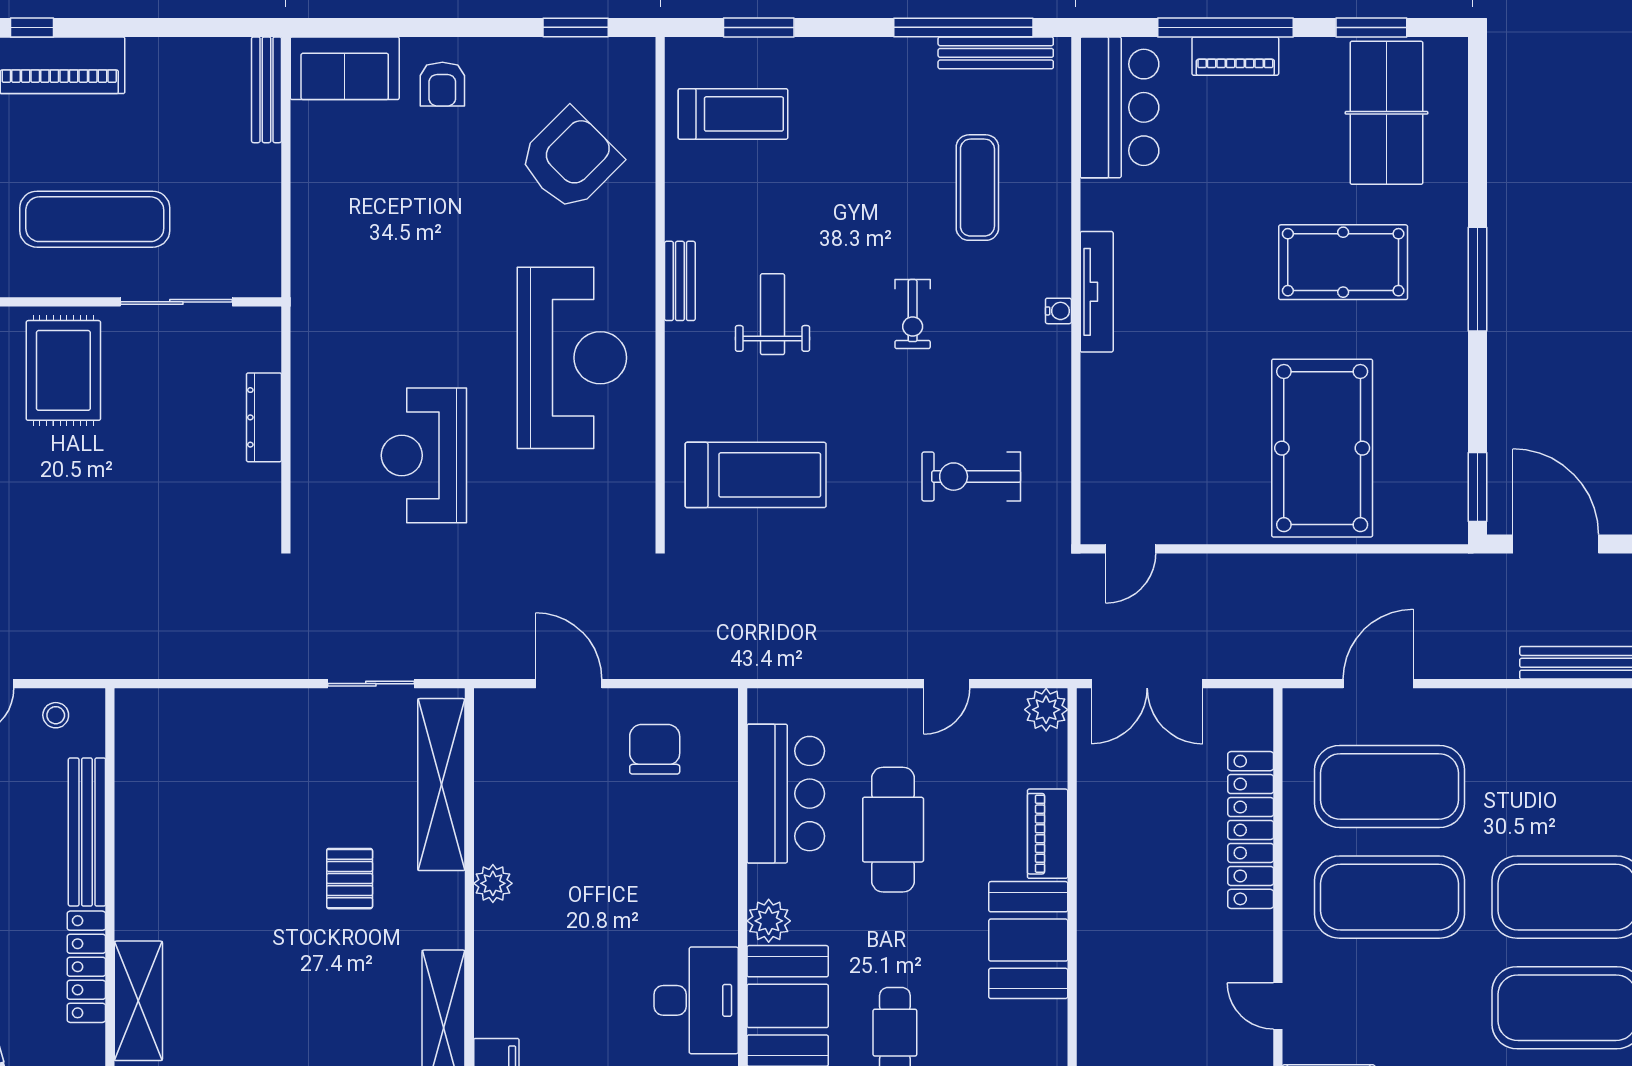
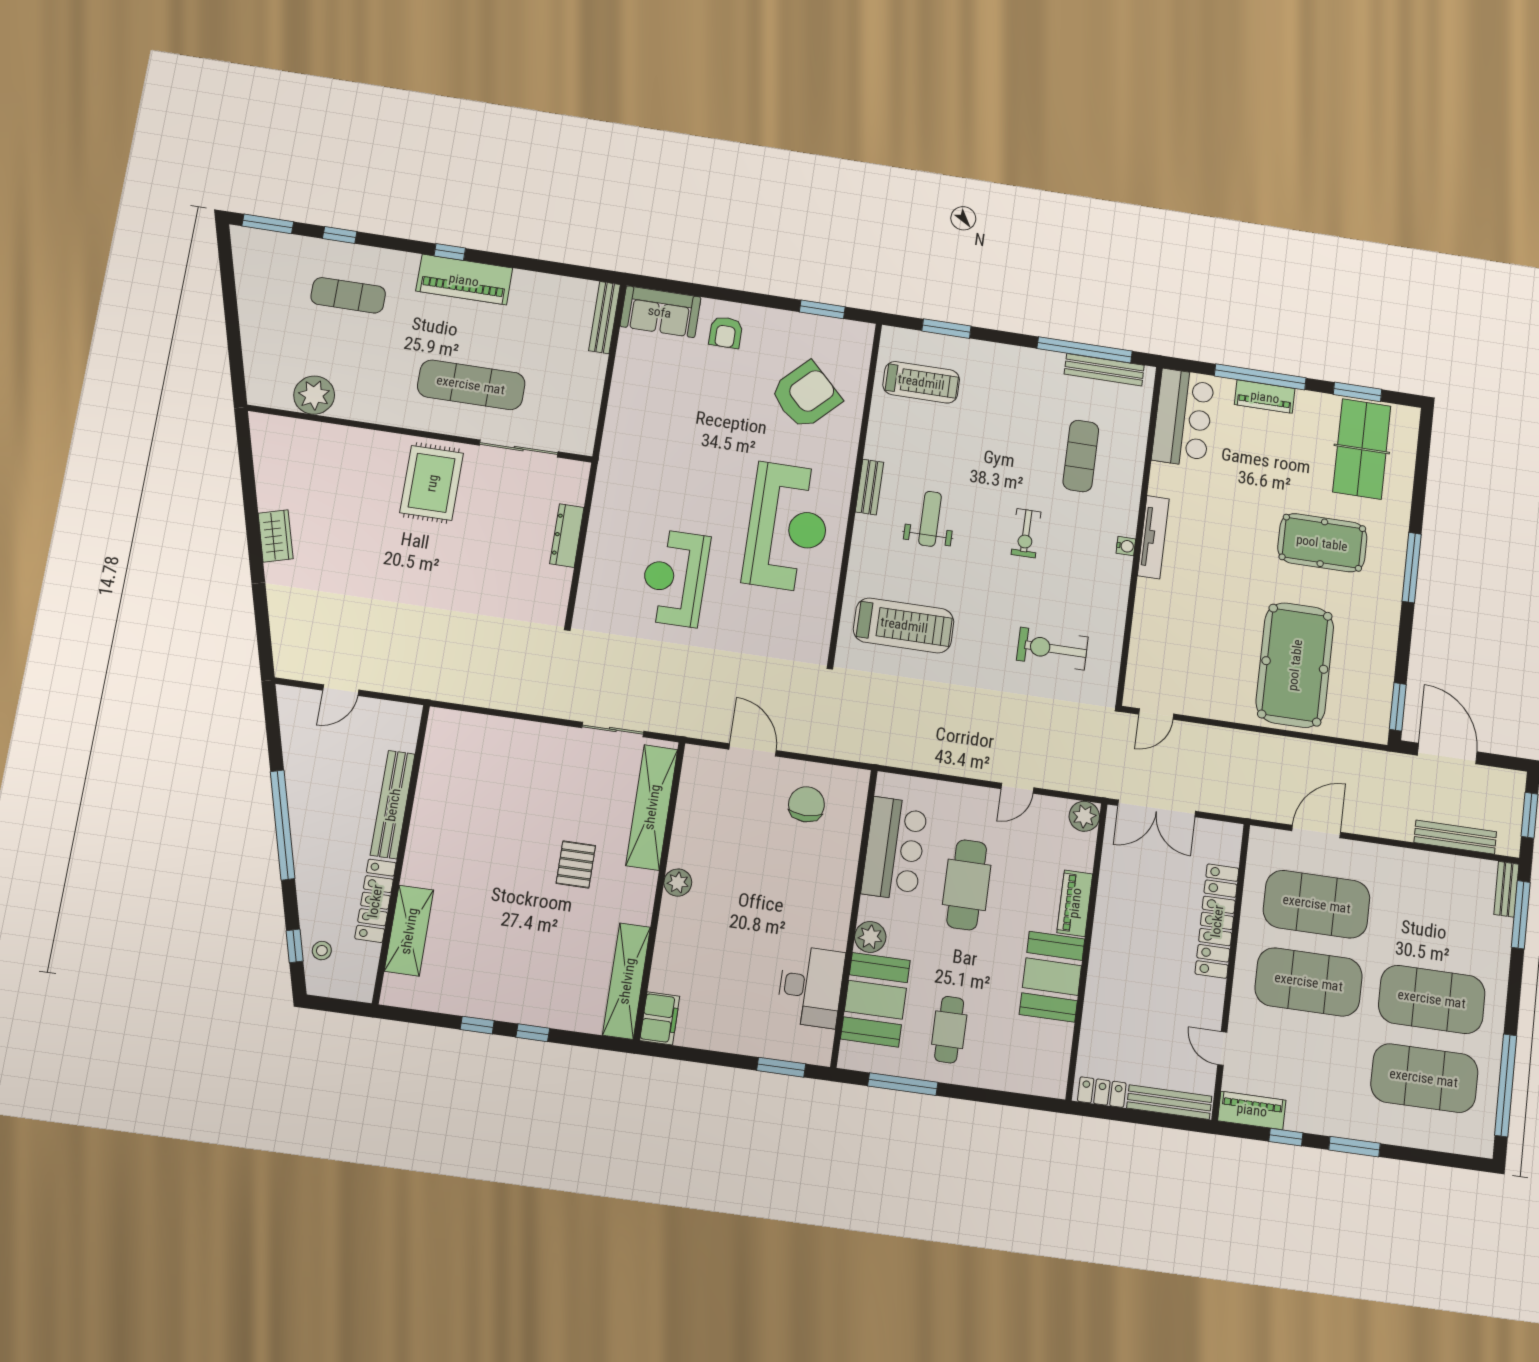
stool: (56, 715) -> (322, 951), moved

